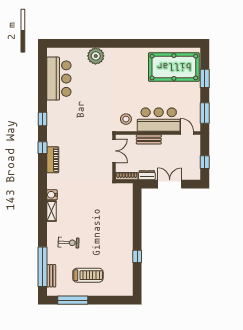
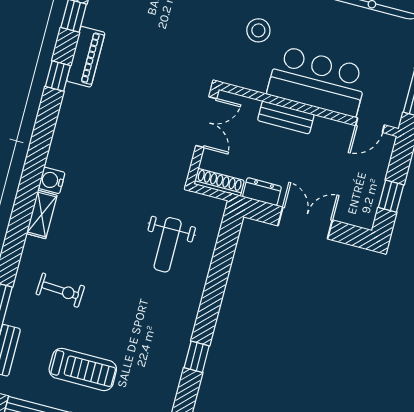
stool: (126, 119) -> (258, 30), moved
door: (187, 133) -> (370, 125), swing flipped
piano: (53, 160) -> (86, 57), moved
weight bench: (111, 210) -> (168, 245), added

